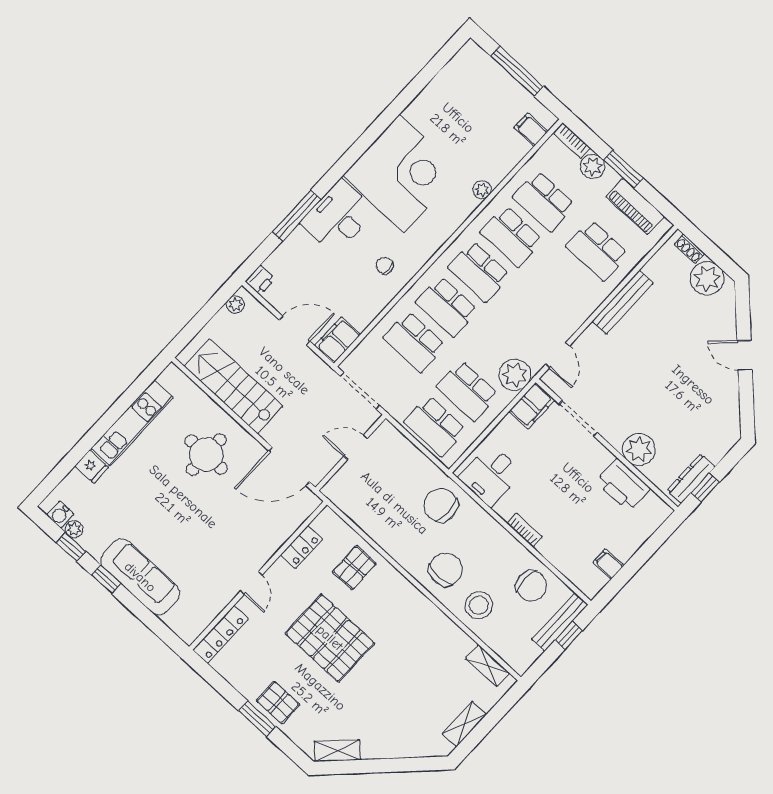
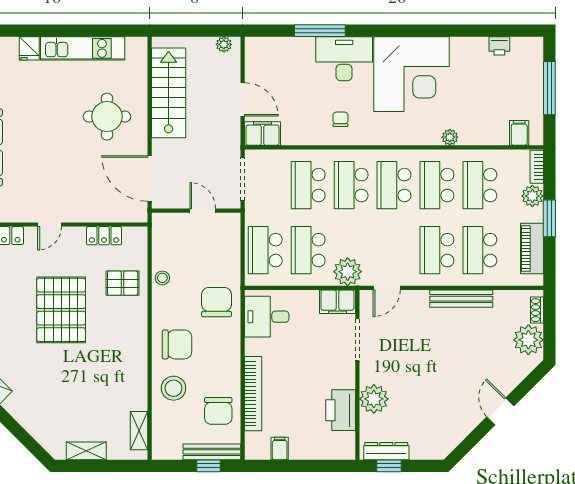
printer: (260, 280) -> (499, 46), moved
school desk: (565, 285) -> (437, 250), added
bookcase: (525, 530) -> (253, 394), width x2.31, depth x1.31
stool: (380, 531) -> (162, 278), added

